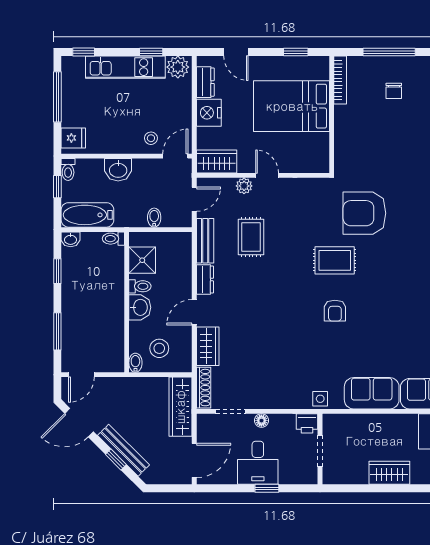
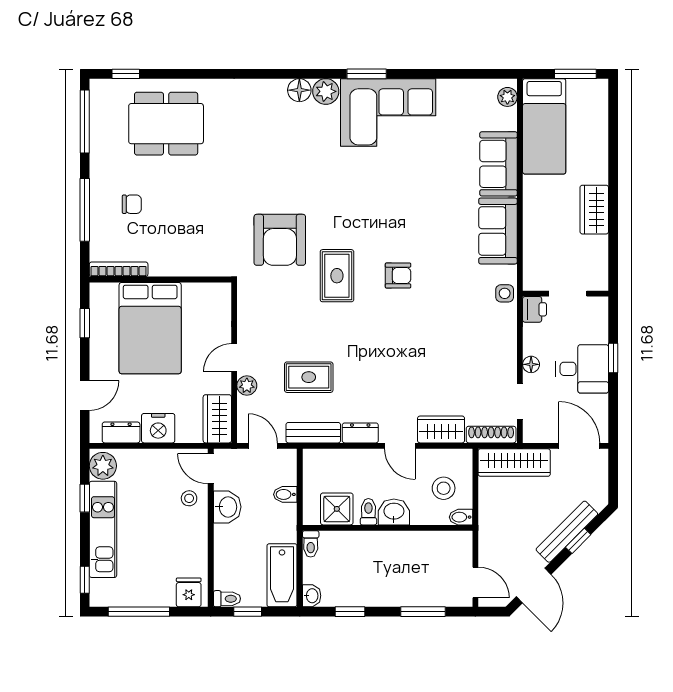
washbasin: (118, 170) -> (227, 507), moved

